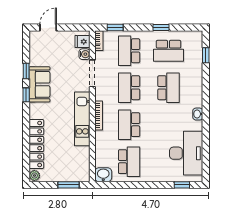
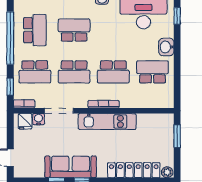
window: (161, 28) -> (10, 38), width x3.17
sofa: (40, 84) -> (71, 167), width x1.36
washbasin: (103, 175) -> (166, 47), moved

